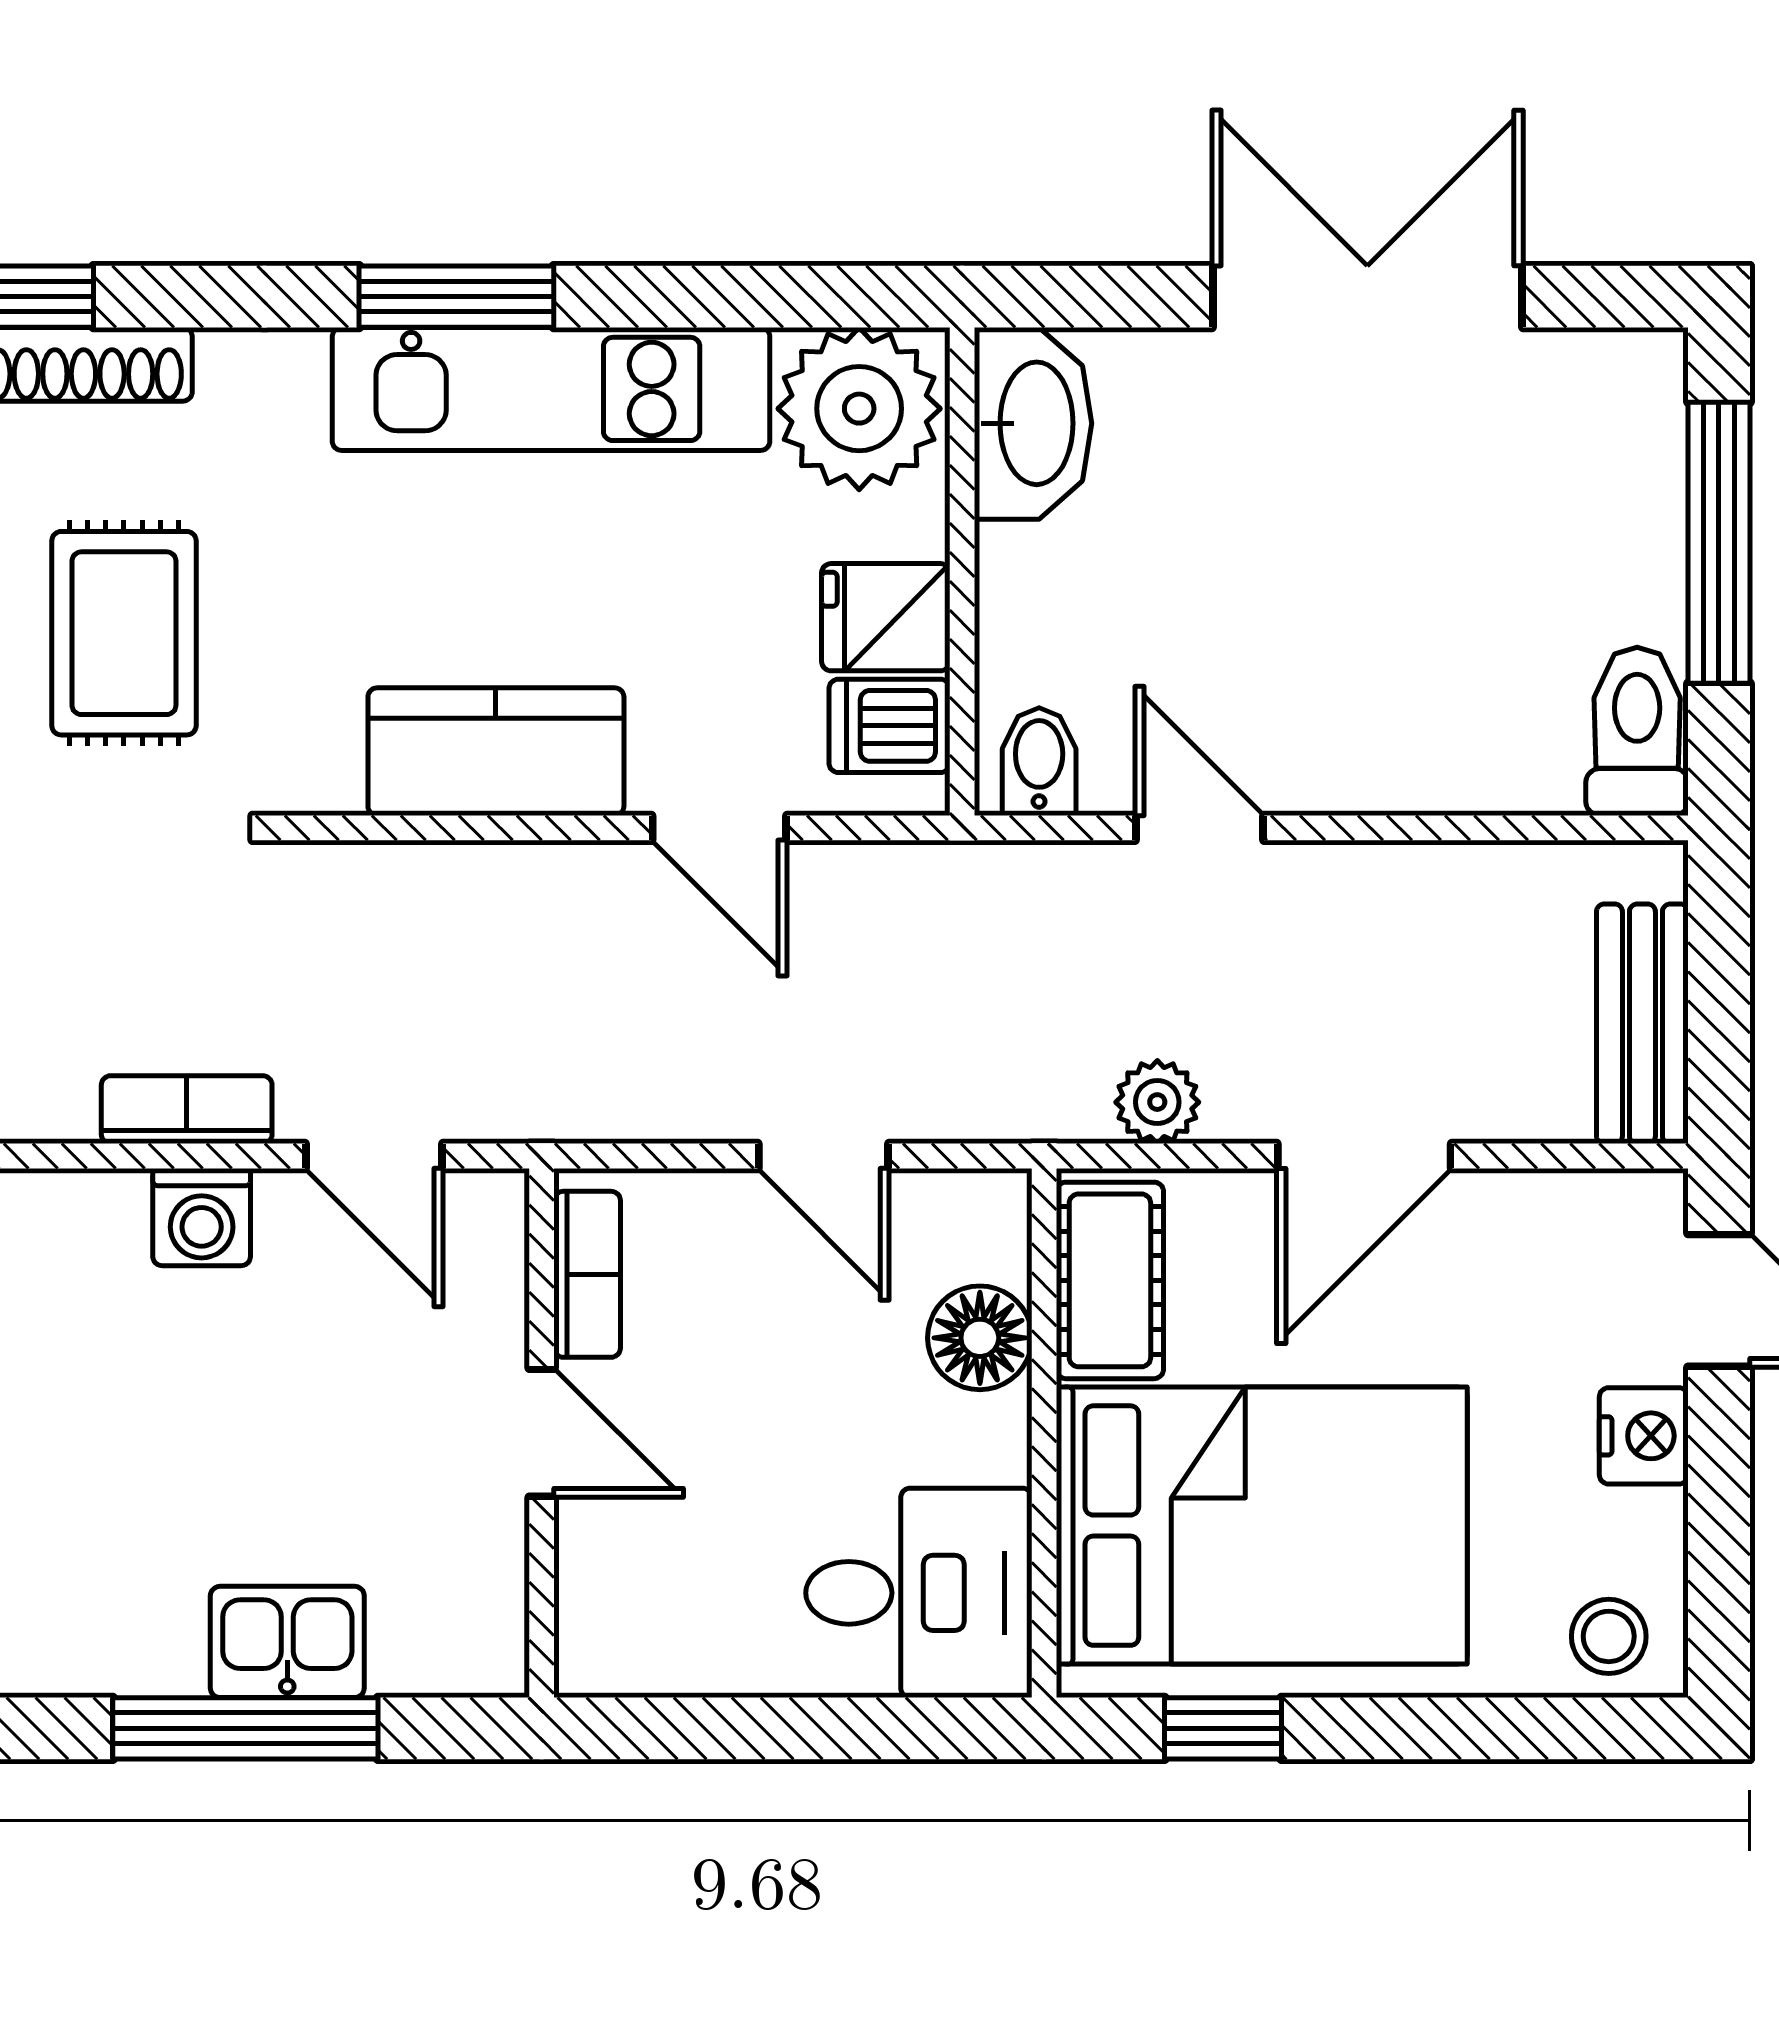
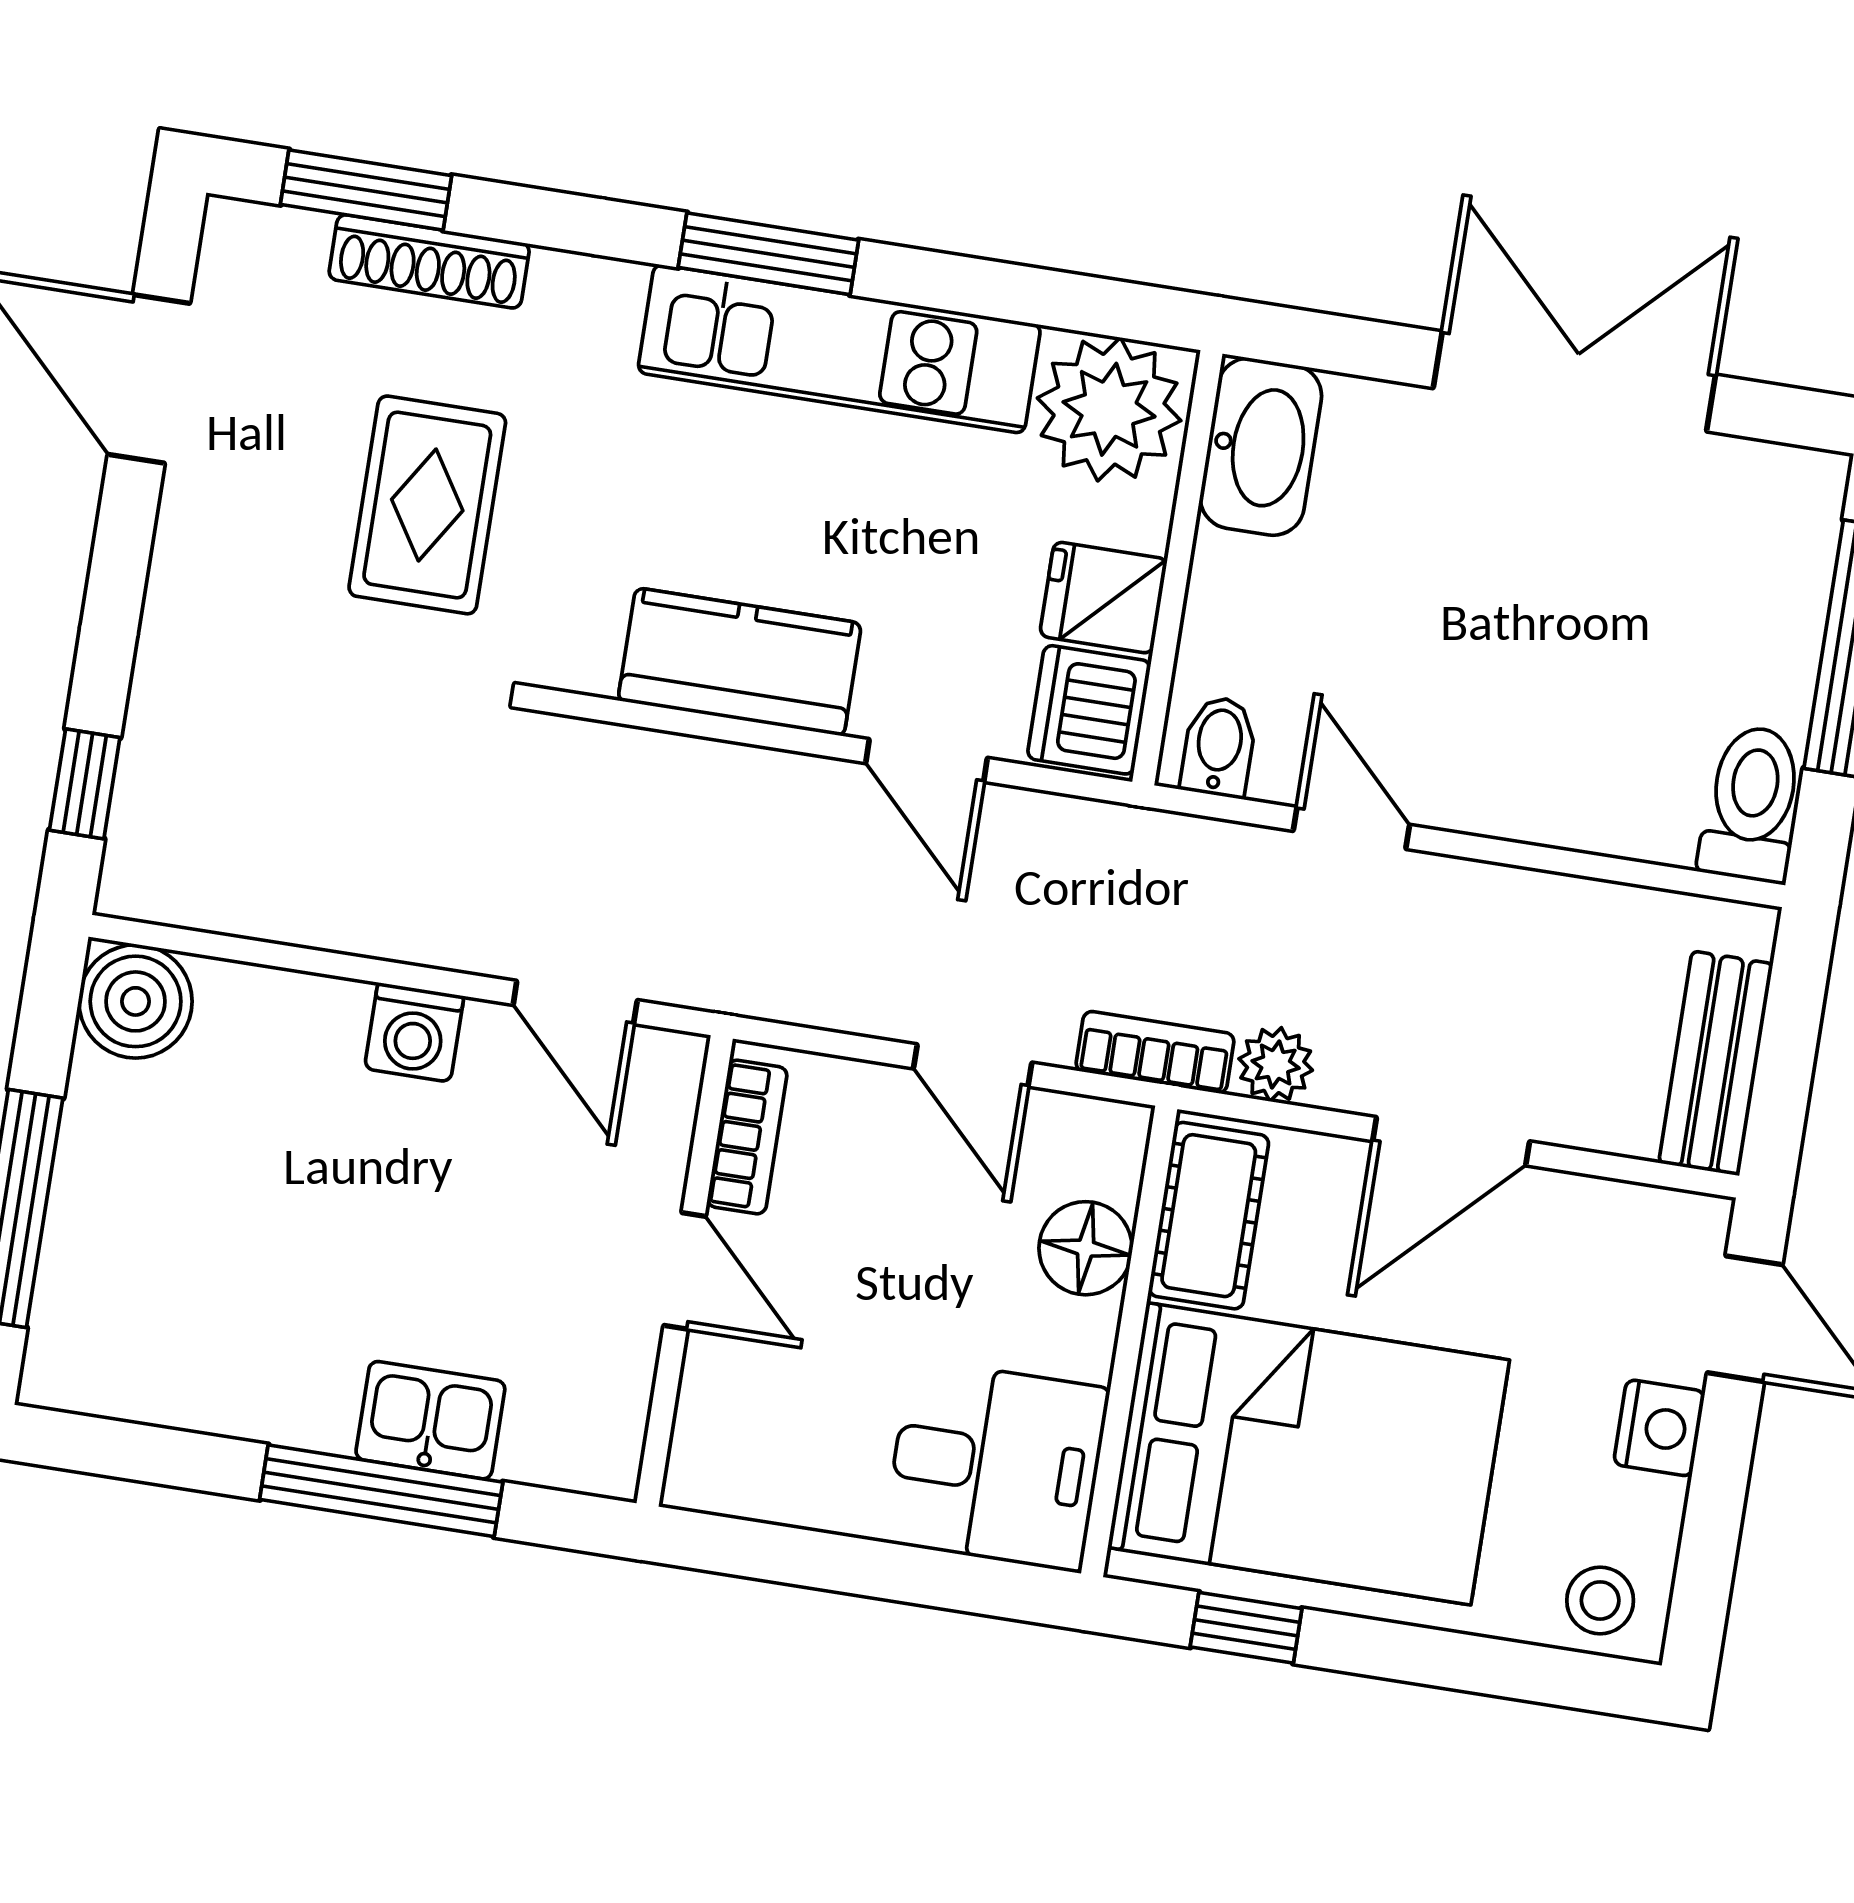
dishwasher: (889, 726) -> (1089, 710), width x1.38
bookcase: (187, 1110) -> (1155, 1052), moved

